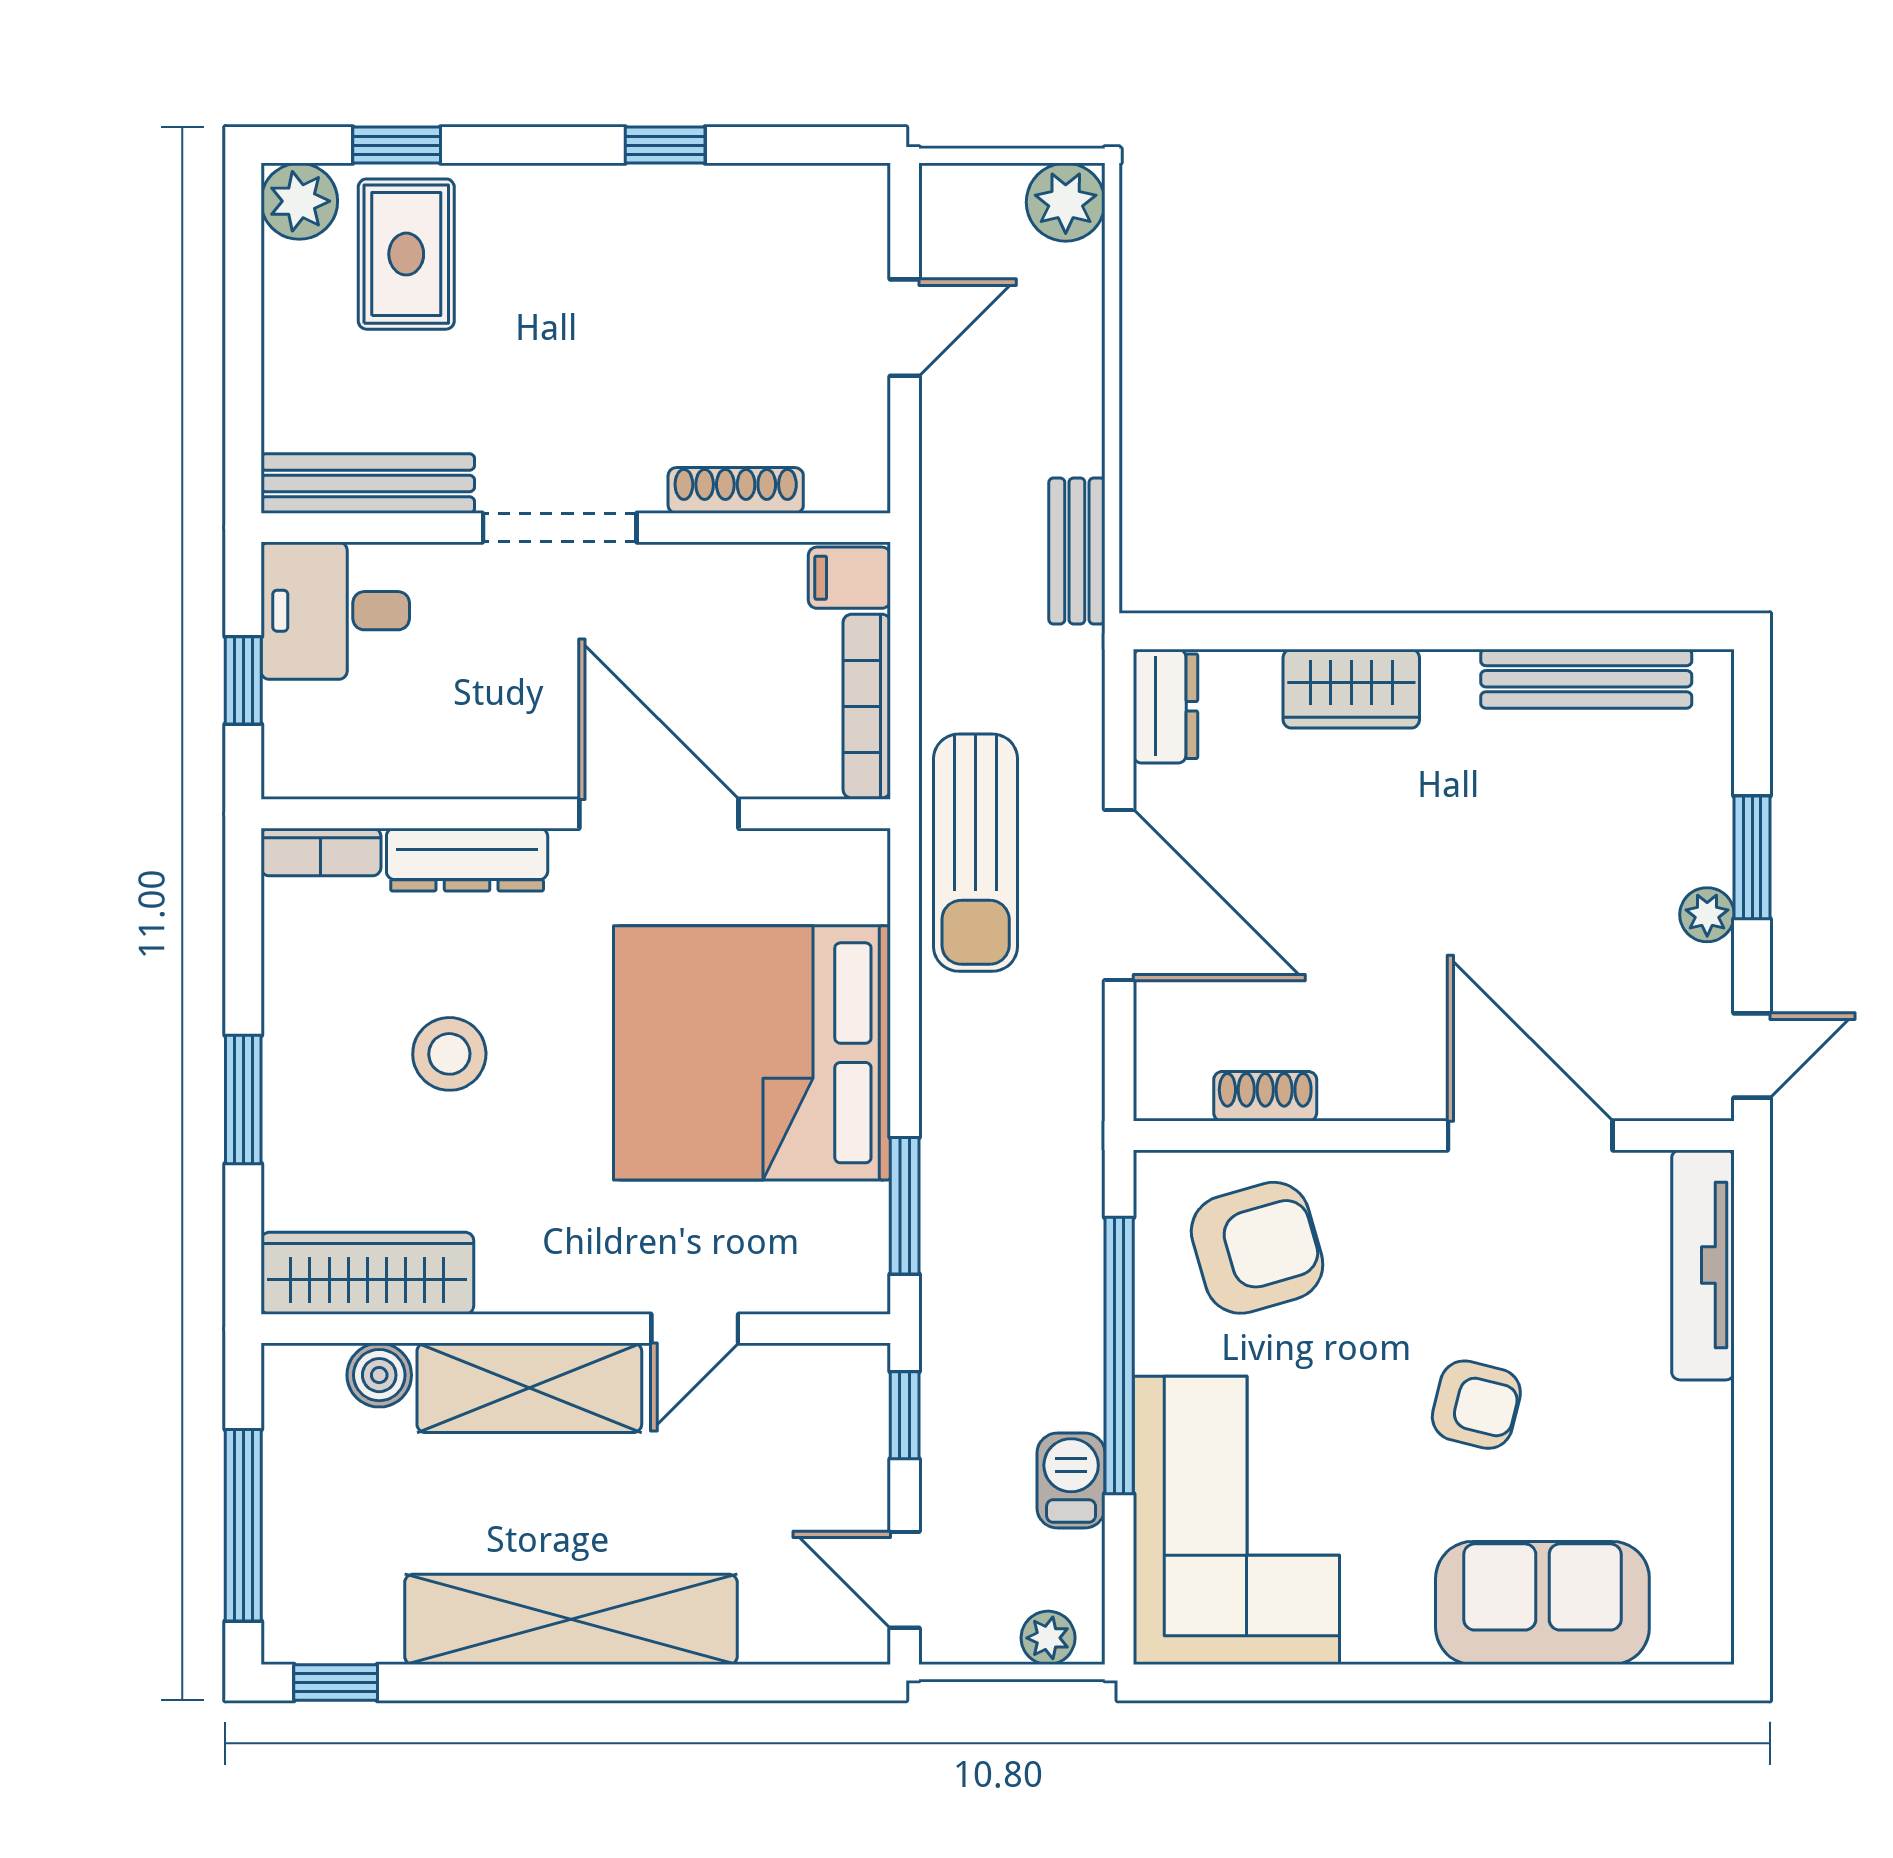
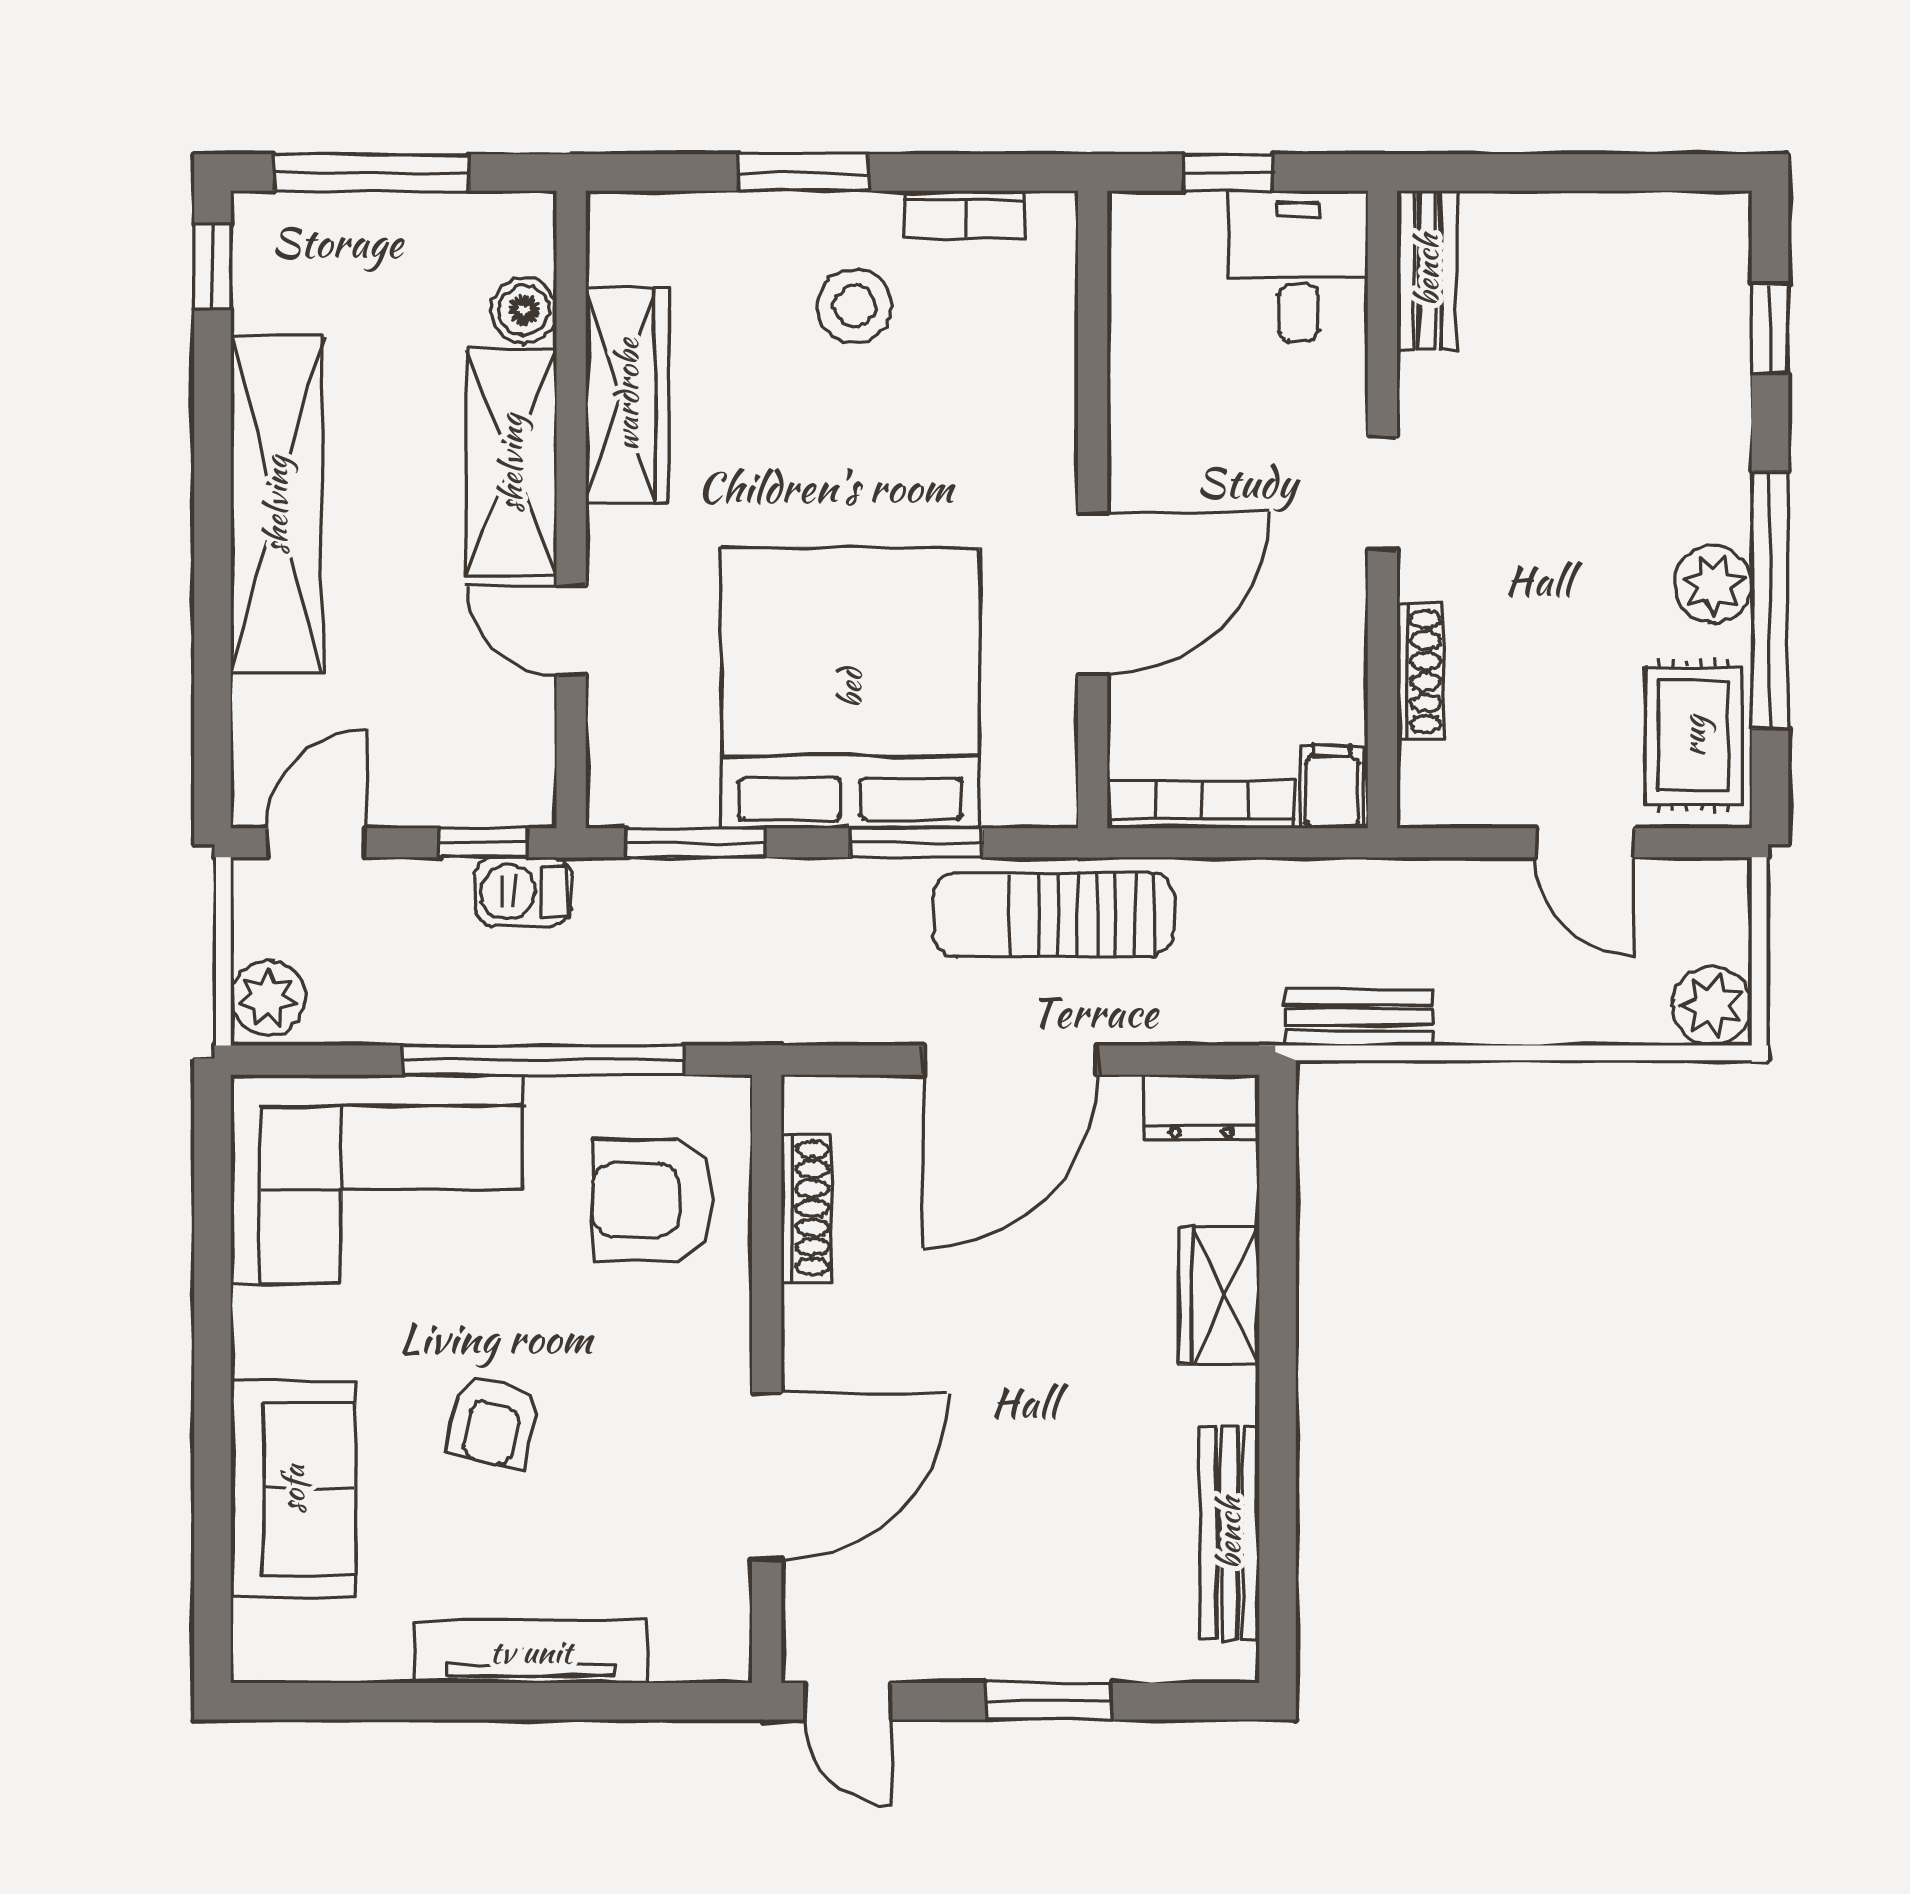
window: (665, 145) -> (1770, 600), width x3.17
plant: (299, 201) -> (1713, 584), moved
rug: (406, 254) -> (1694, 736), moved, turned 90
bench: (368, 484) -> (1427, 270), width x0.73
doorway: (560, 528) -> (1382, 493), width x0.73
bookcase: (321, 852) -> (965, 215), moved, turned -90
dresser: (467, 860) -> (1046, 399), removed
plant: (1707, 915) -> (990, 1656), removed
window: (905, 988) -> (916, 843), added
stool: (449, 1054) -> (855, 306), moved
shoe rack: (1265, 1096) -> (806, 1208), width x1.43
armchair: (1257, 1248) -> (653, 1200), turned 106
tv unit: (1703, 1265) -> (531, 1652), moved
wardrobe: (367, 1273) -> (627, 395), moved
barbecue: (1071, 1481) -> (523, 892), moved, turned 180
plant: (1048, 1638) -> (268, 998), width x1.38, depth x1.38

